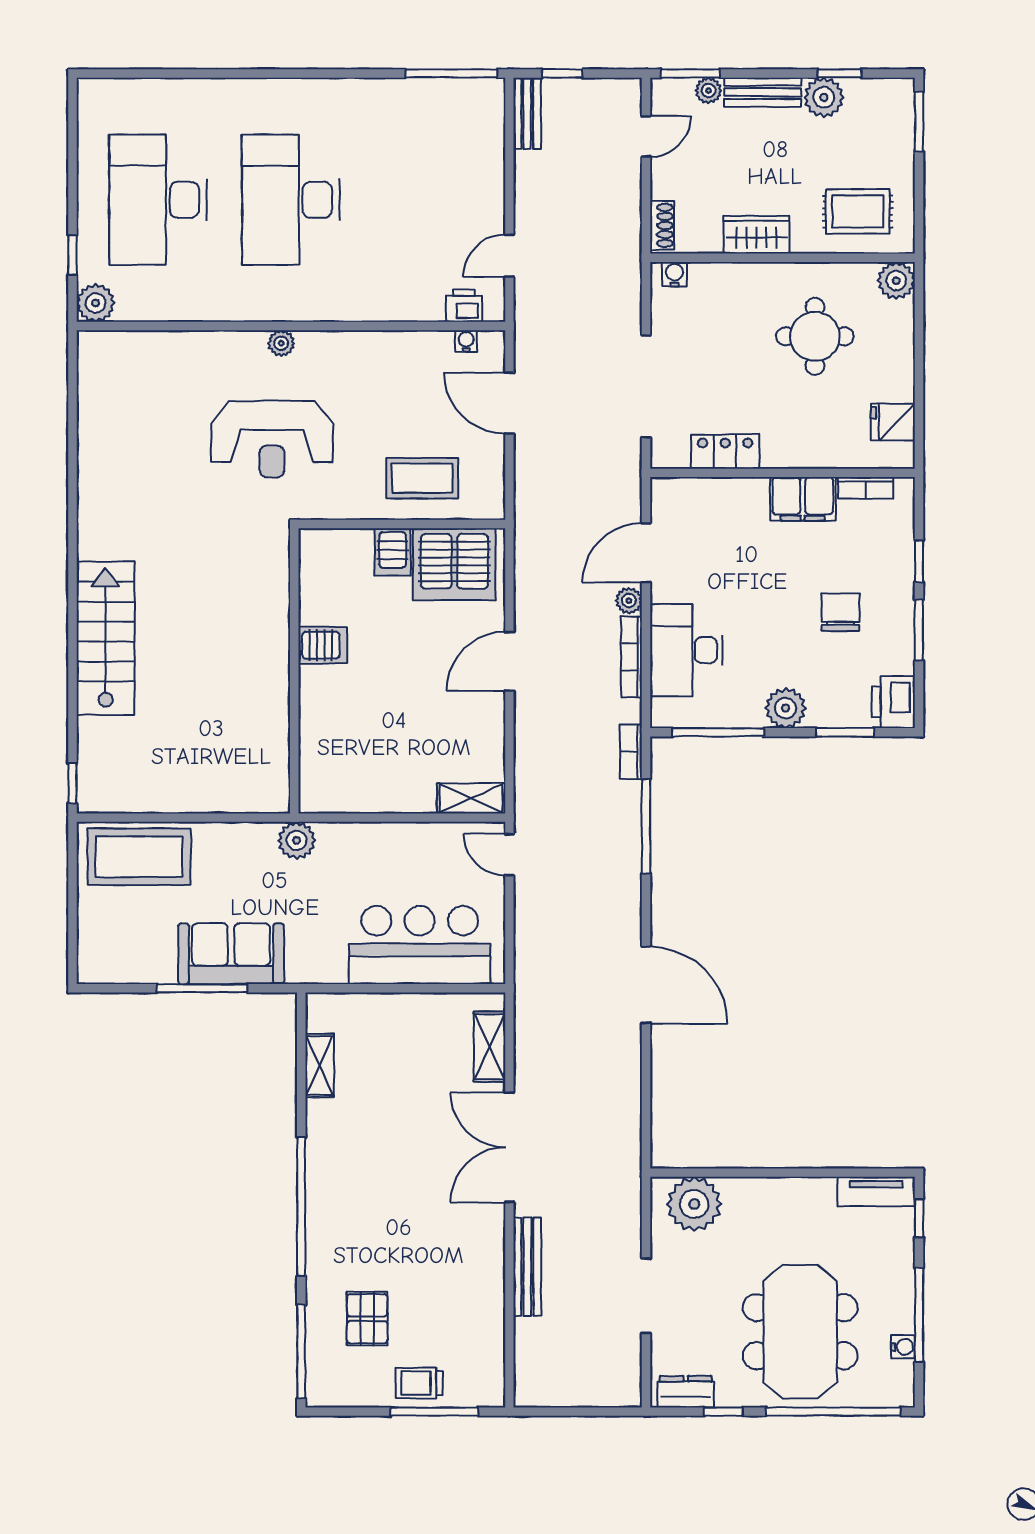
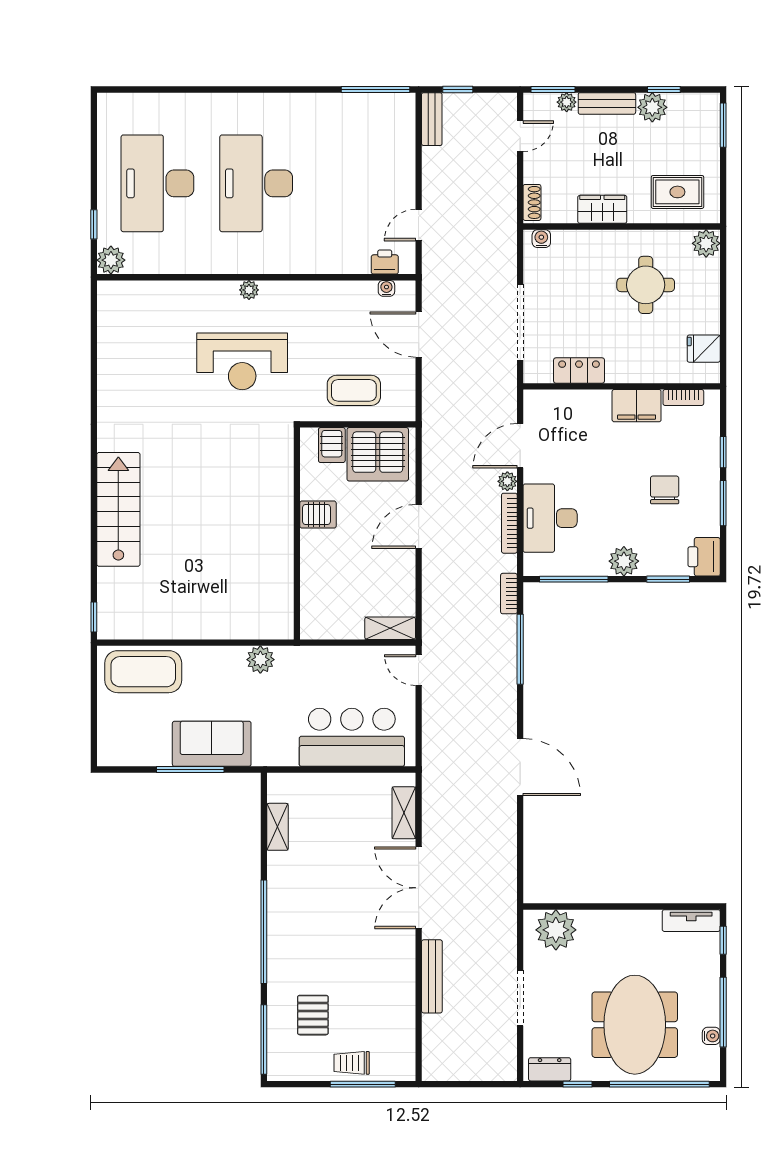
server rack: (323, 645) -> (318, 515), moved
wall: (294, 671) -> (297, 534), moved

